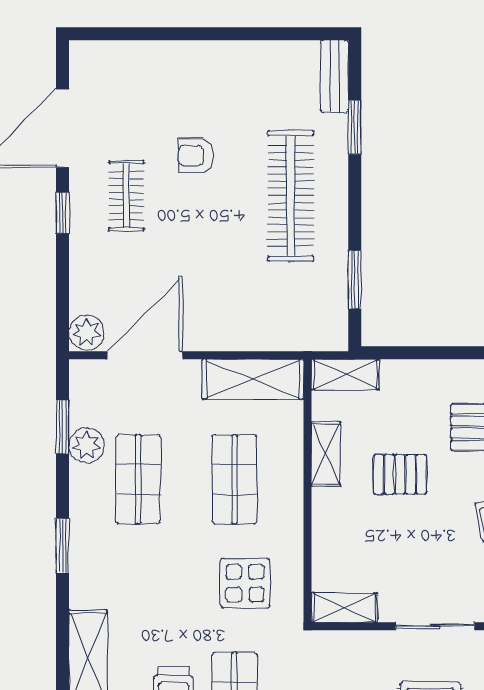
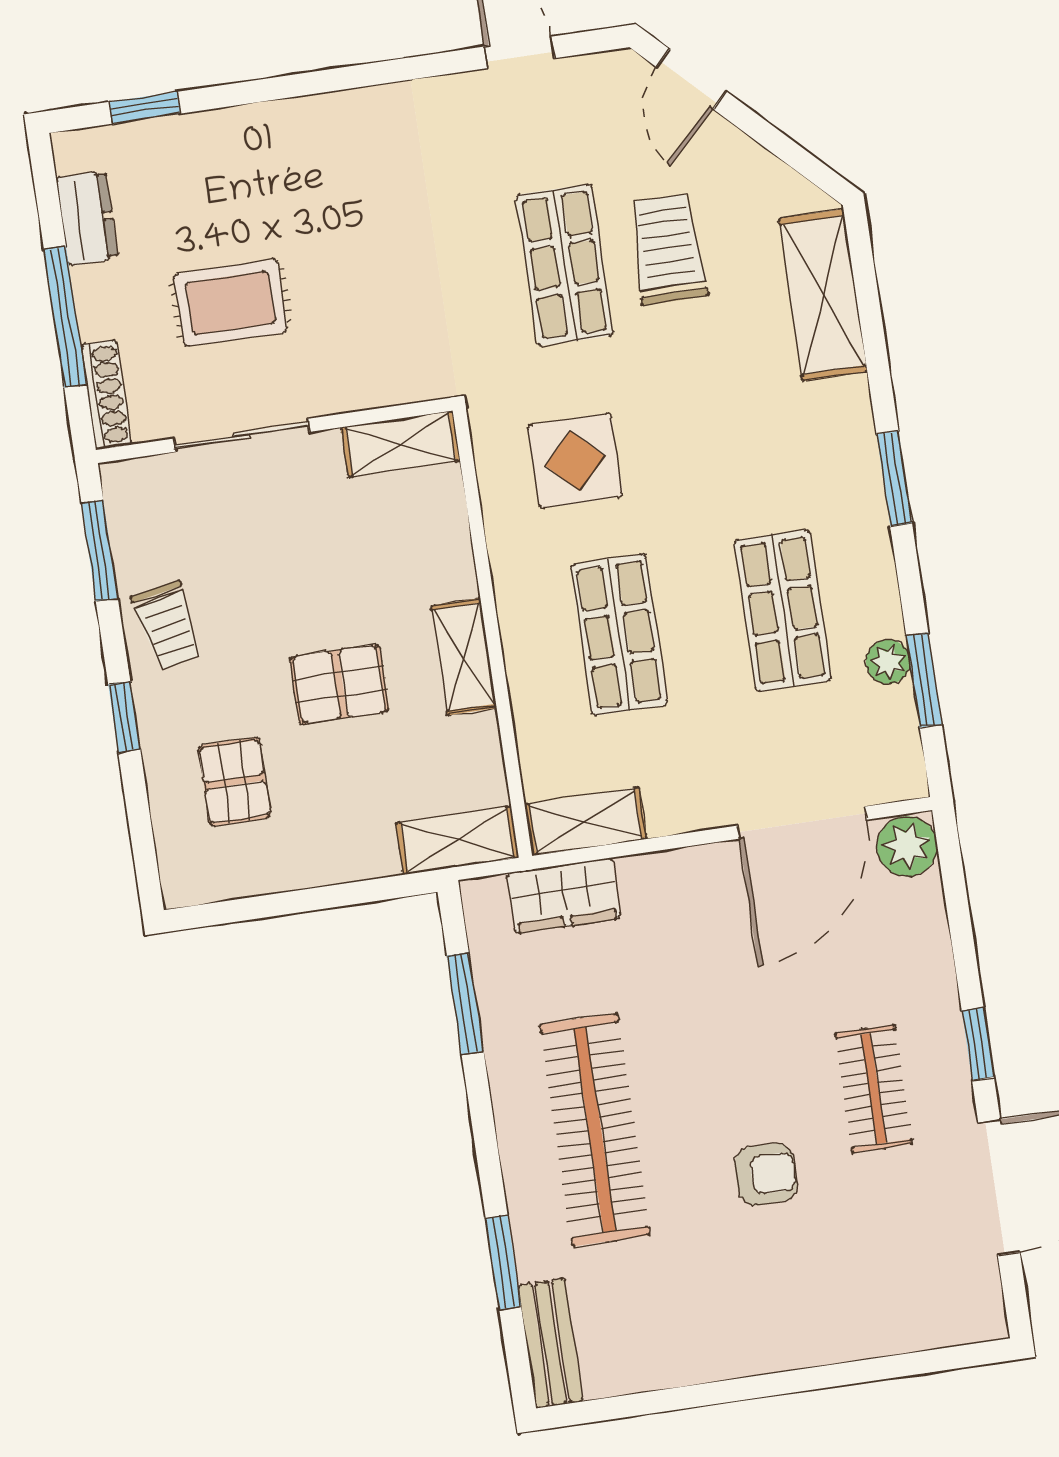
wardrobe: (289, 333) -> (564, 896), added
shelving: (253, 379) -> (585, 822), width x0.67, depth x0.75
plant: (87, 445) -> (888, 662), width x0.73, depth x0.73
shelving: (326, 454) -> (464, 657), moved

